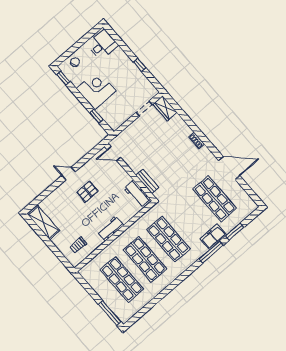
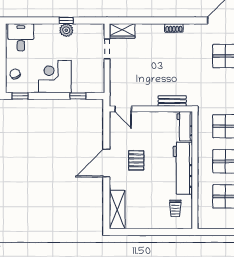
plant: (133, 71) -> (66, 30), added
door: (114, 154) -> (123, 109), hinge flipped
door: (69, 174) -> (106, 163), width x1.87
workbench: (137, 194) -> (185, 126), moved, turned 90
shelving: (44, 222) -> (117, 210), moved, turned 90
workbench: (110, 229) -> (183, 168), width x1.88, depth x1.32

